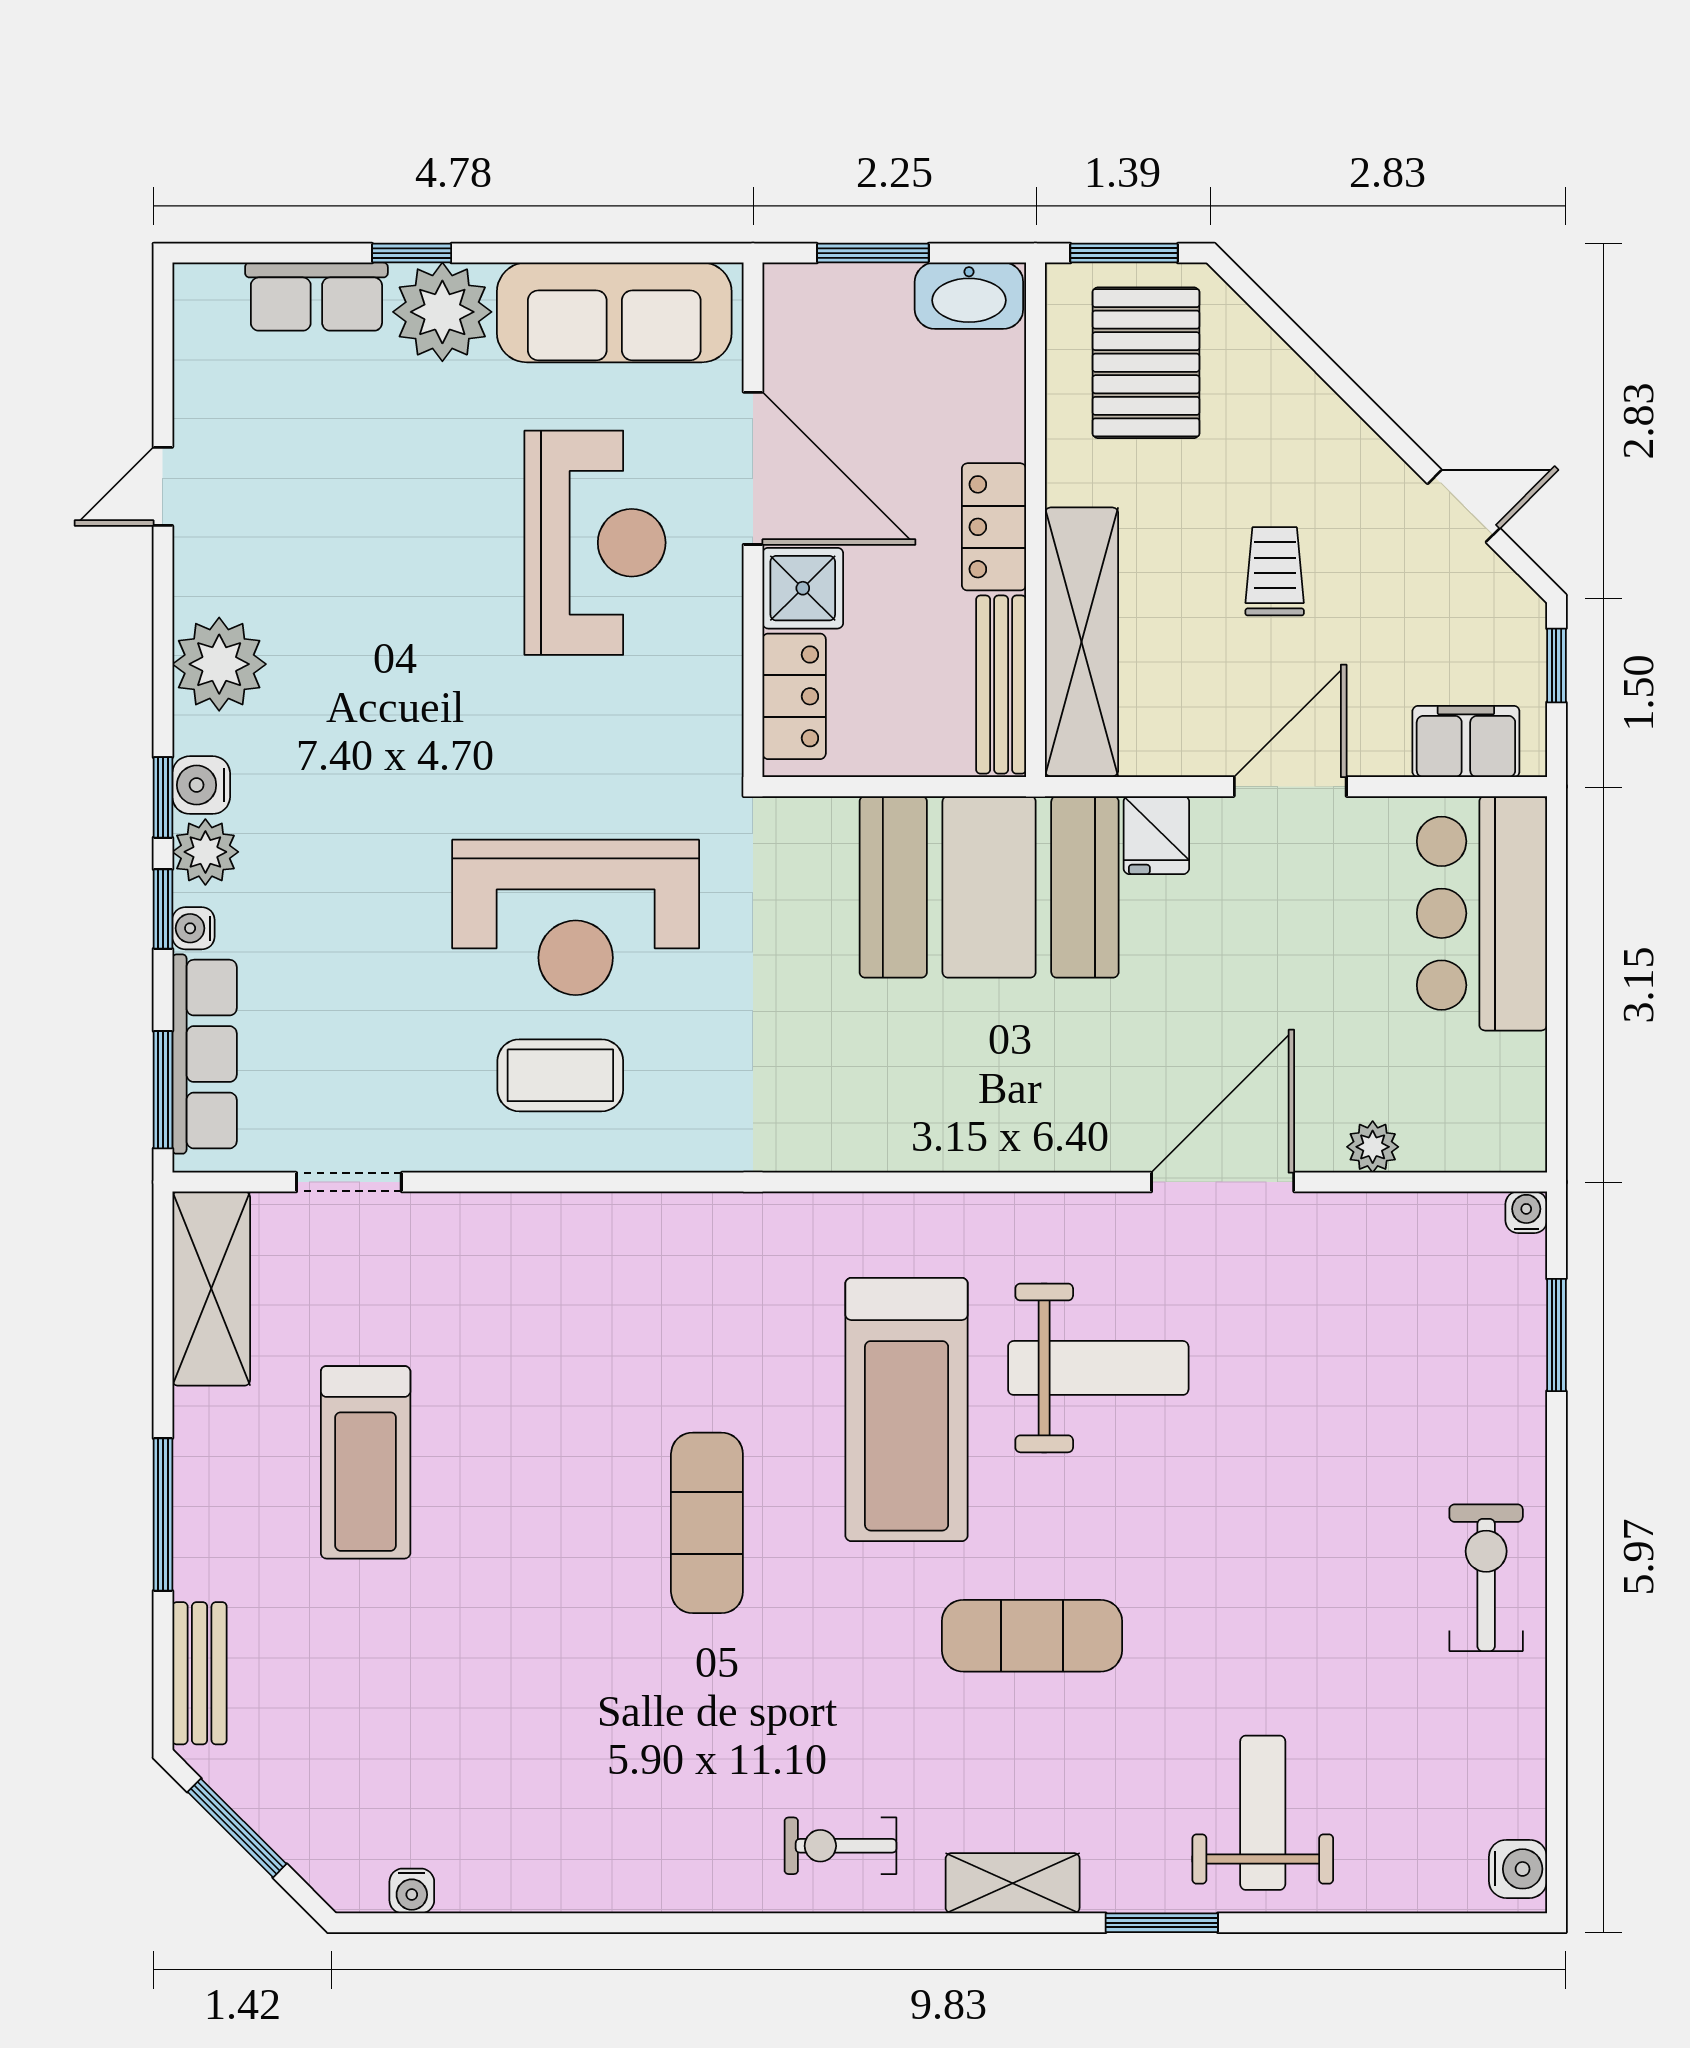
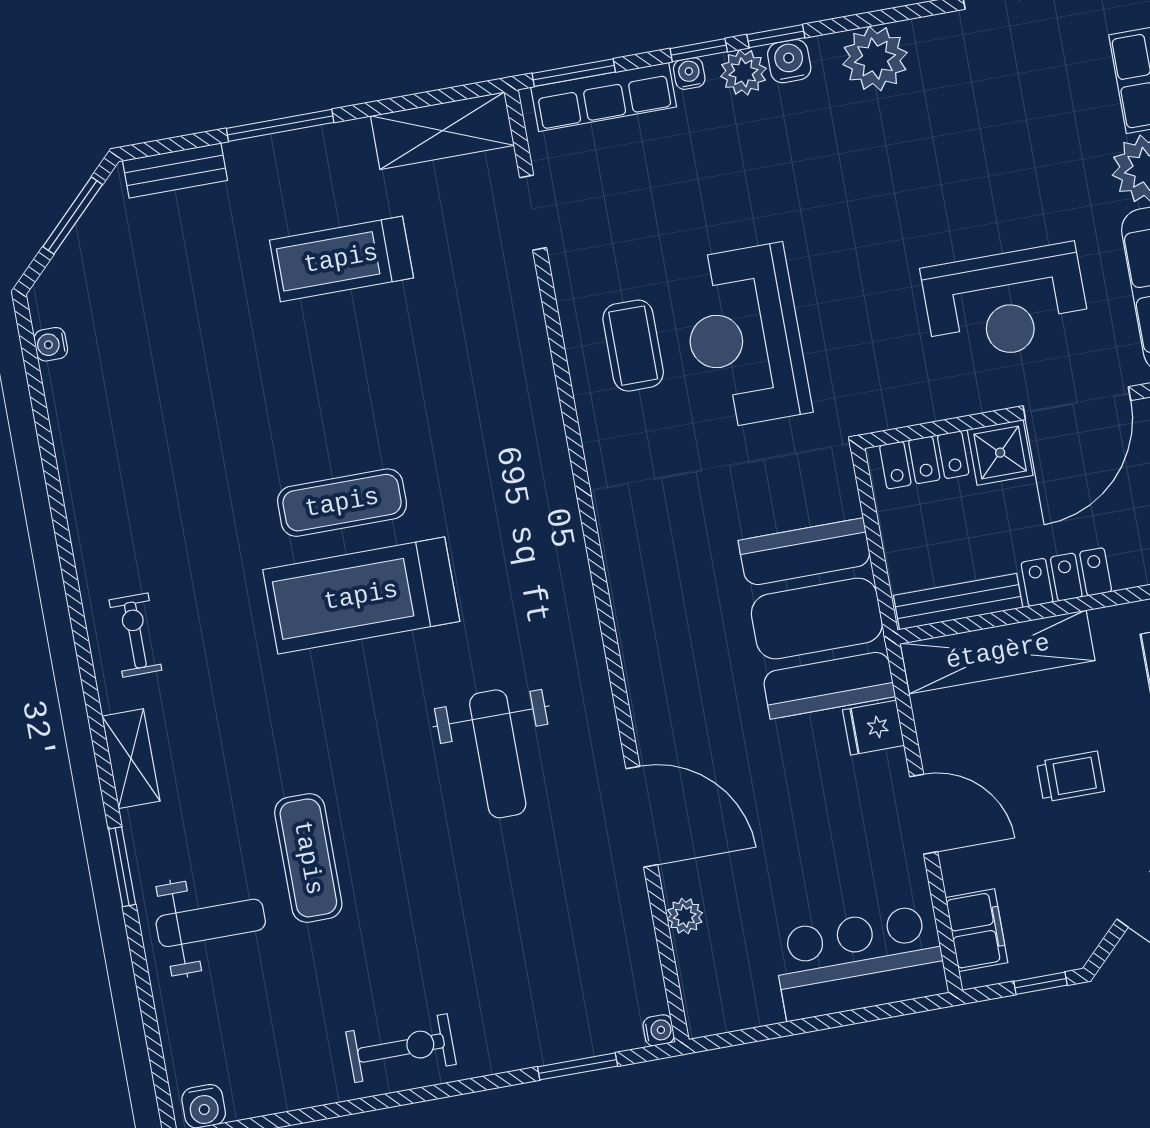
treadmill: (907, 1409) -> (361, 596), moved
exercise mat: (1032, 1636) -> (308, 858), moved

